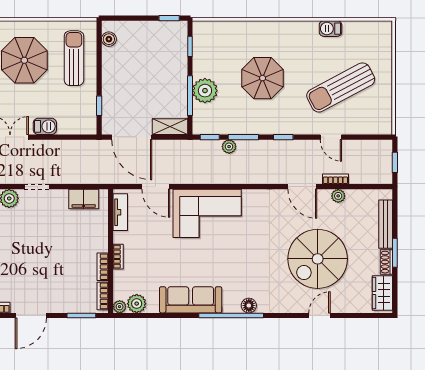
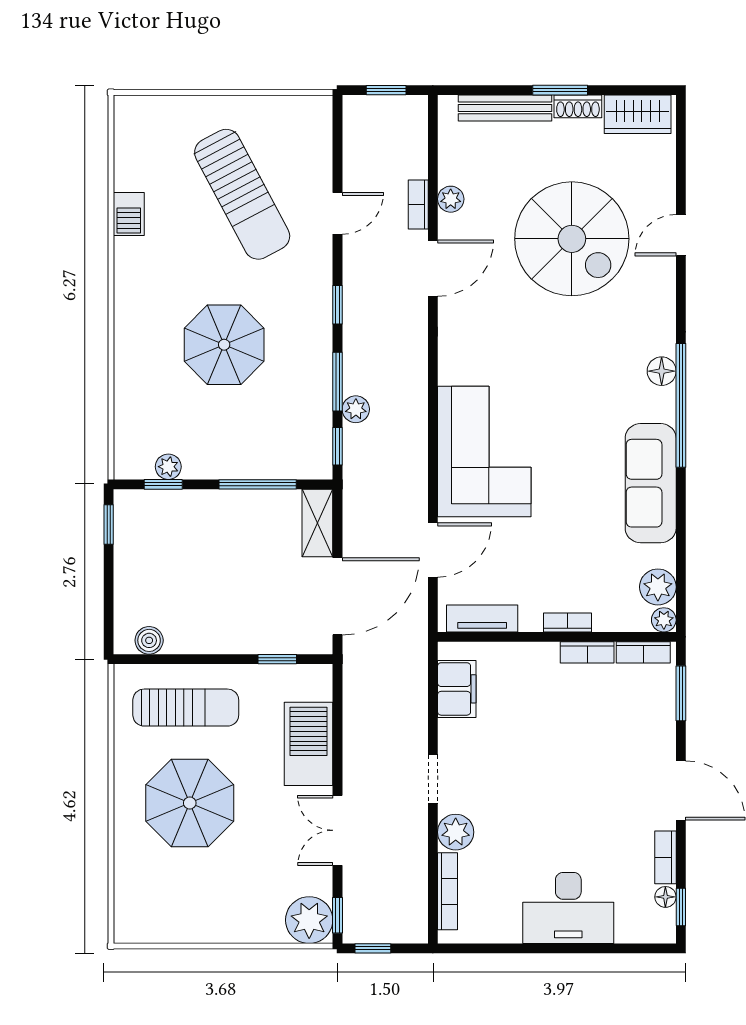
sun lounger: (74, 58) -> (186, 708), turned 180
plant: (205, 91) -> (168, 467), moved, width x0.53, depth x0.53
barbecue: (45, 126) -> (309, 744), width x1.88, depth x1.53
door: (319, 315) -> (681, 235), hinge flipped

